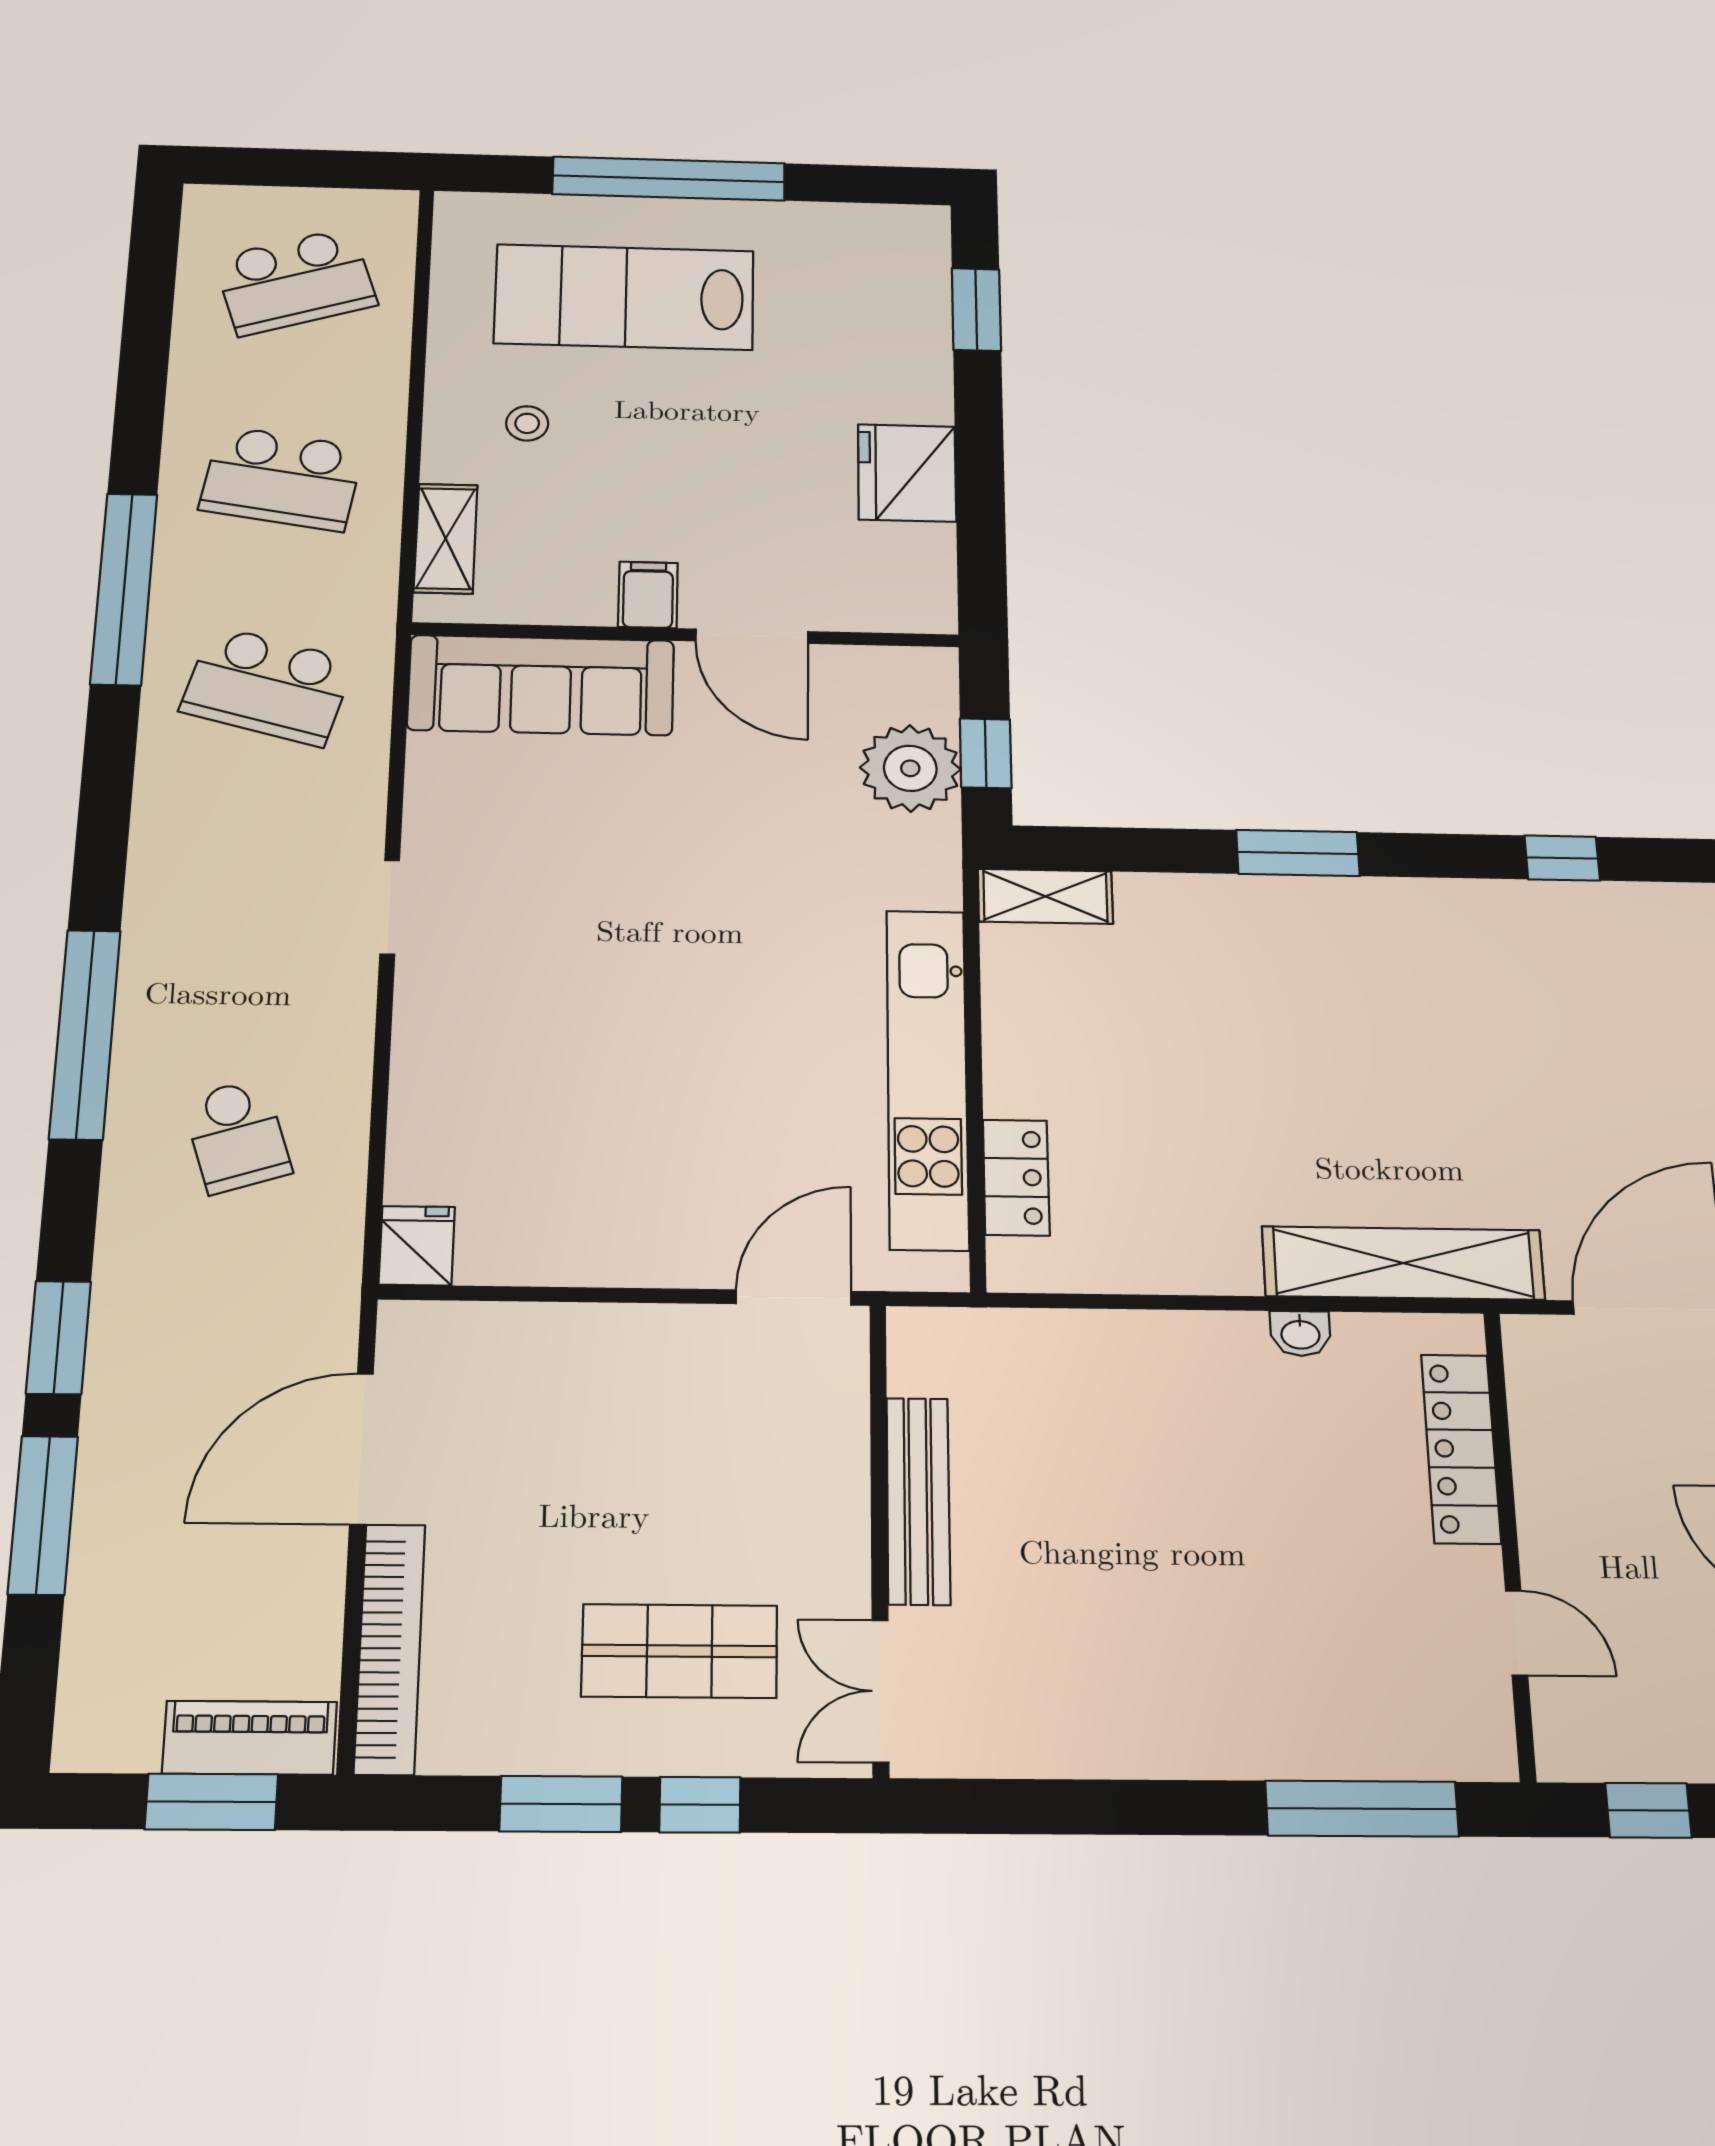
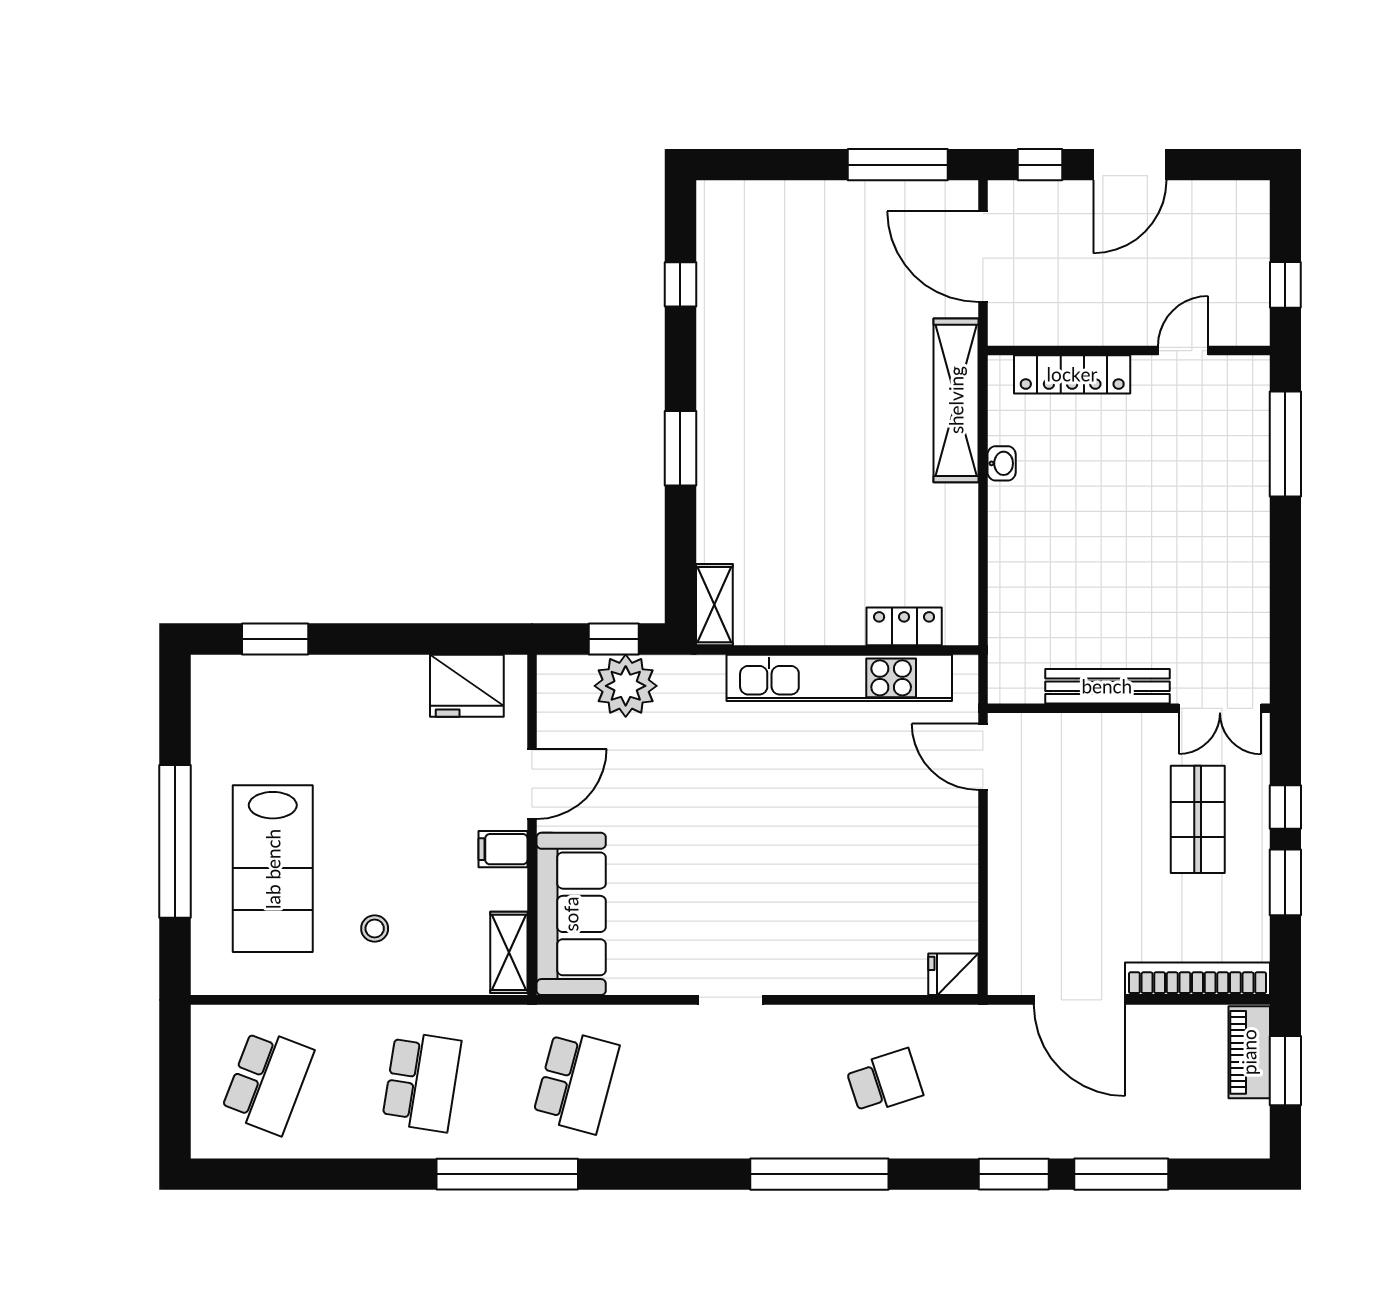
school desk: (295, 282) -> (267, 1082), turned 39
fridge: (907, 473) -> (467, 686), moved
shelving: (446, 539) -> (509, 952), moved, turned 90

